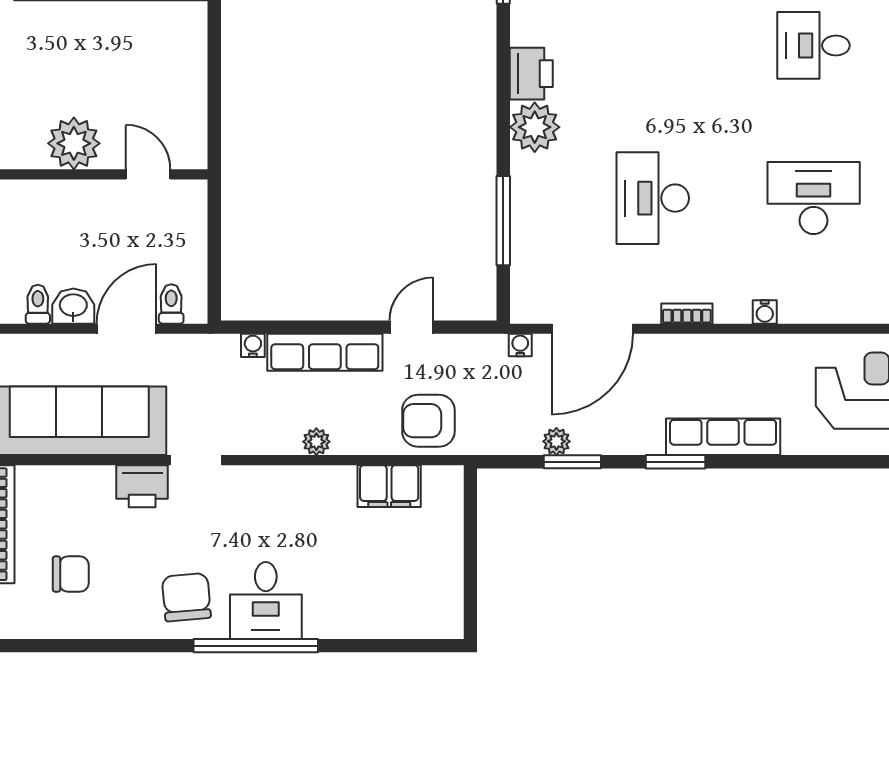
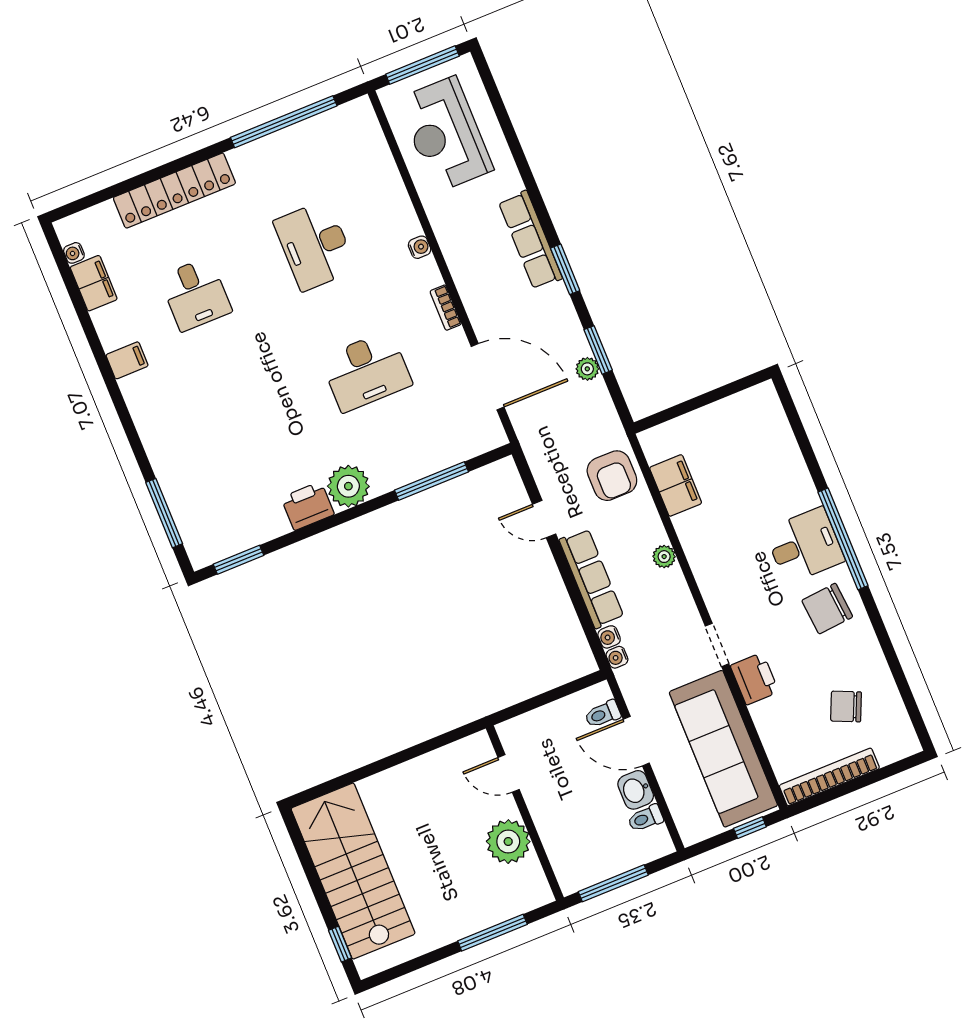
door: (148, 174) -> (509, 773), hinge flipped
water cooler: (520, 345) -> (617, 657), moved
chair: (71, 574) -> (846, 706), turned -66

